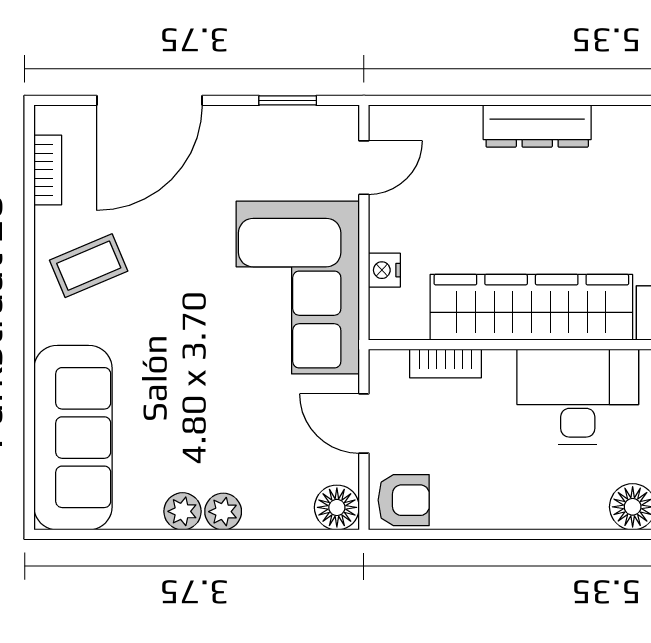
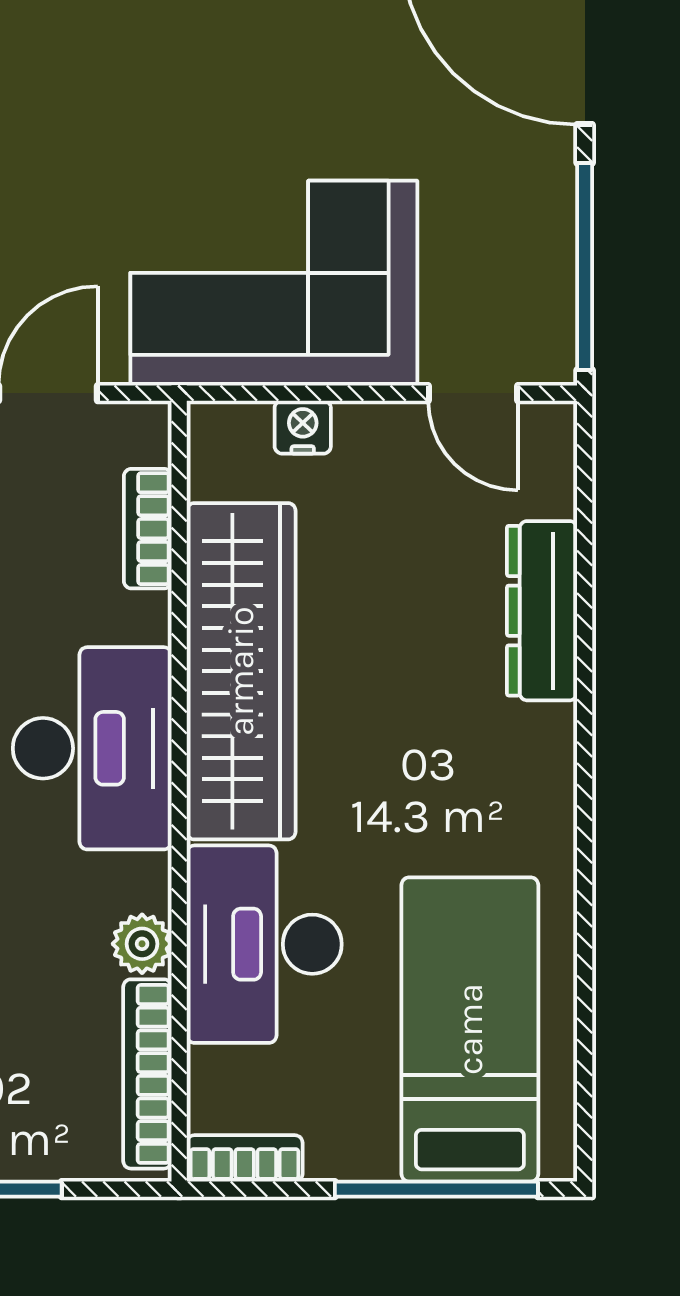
window: (288, 100) -> (585, 266), width x2.17
dresser: (537, 126) -> (542, 611), moved

